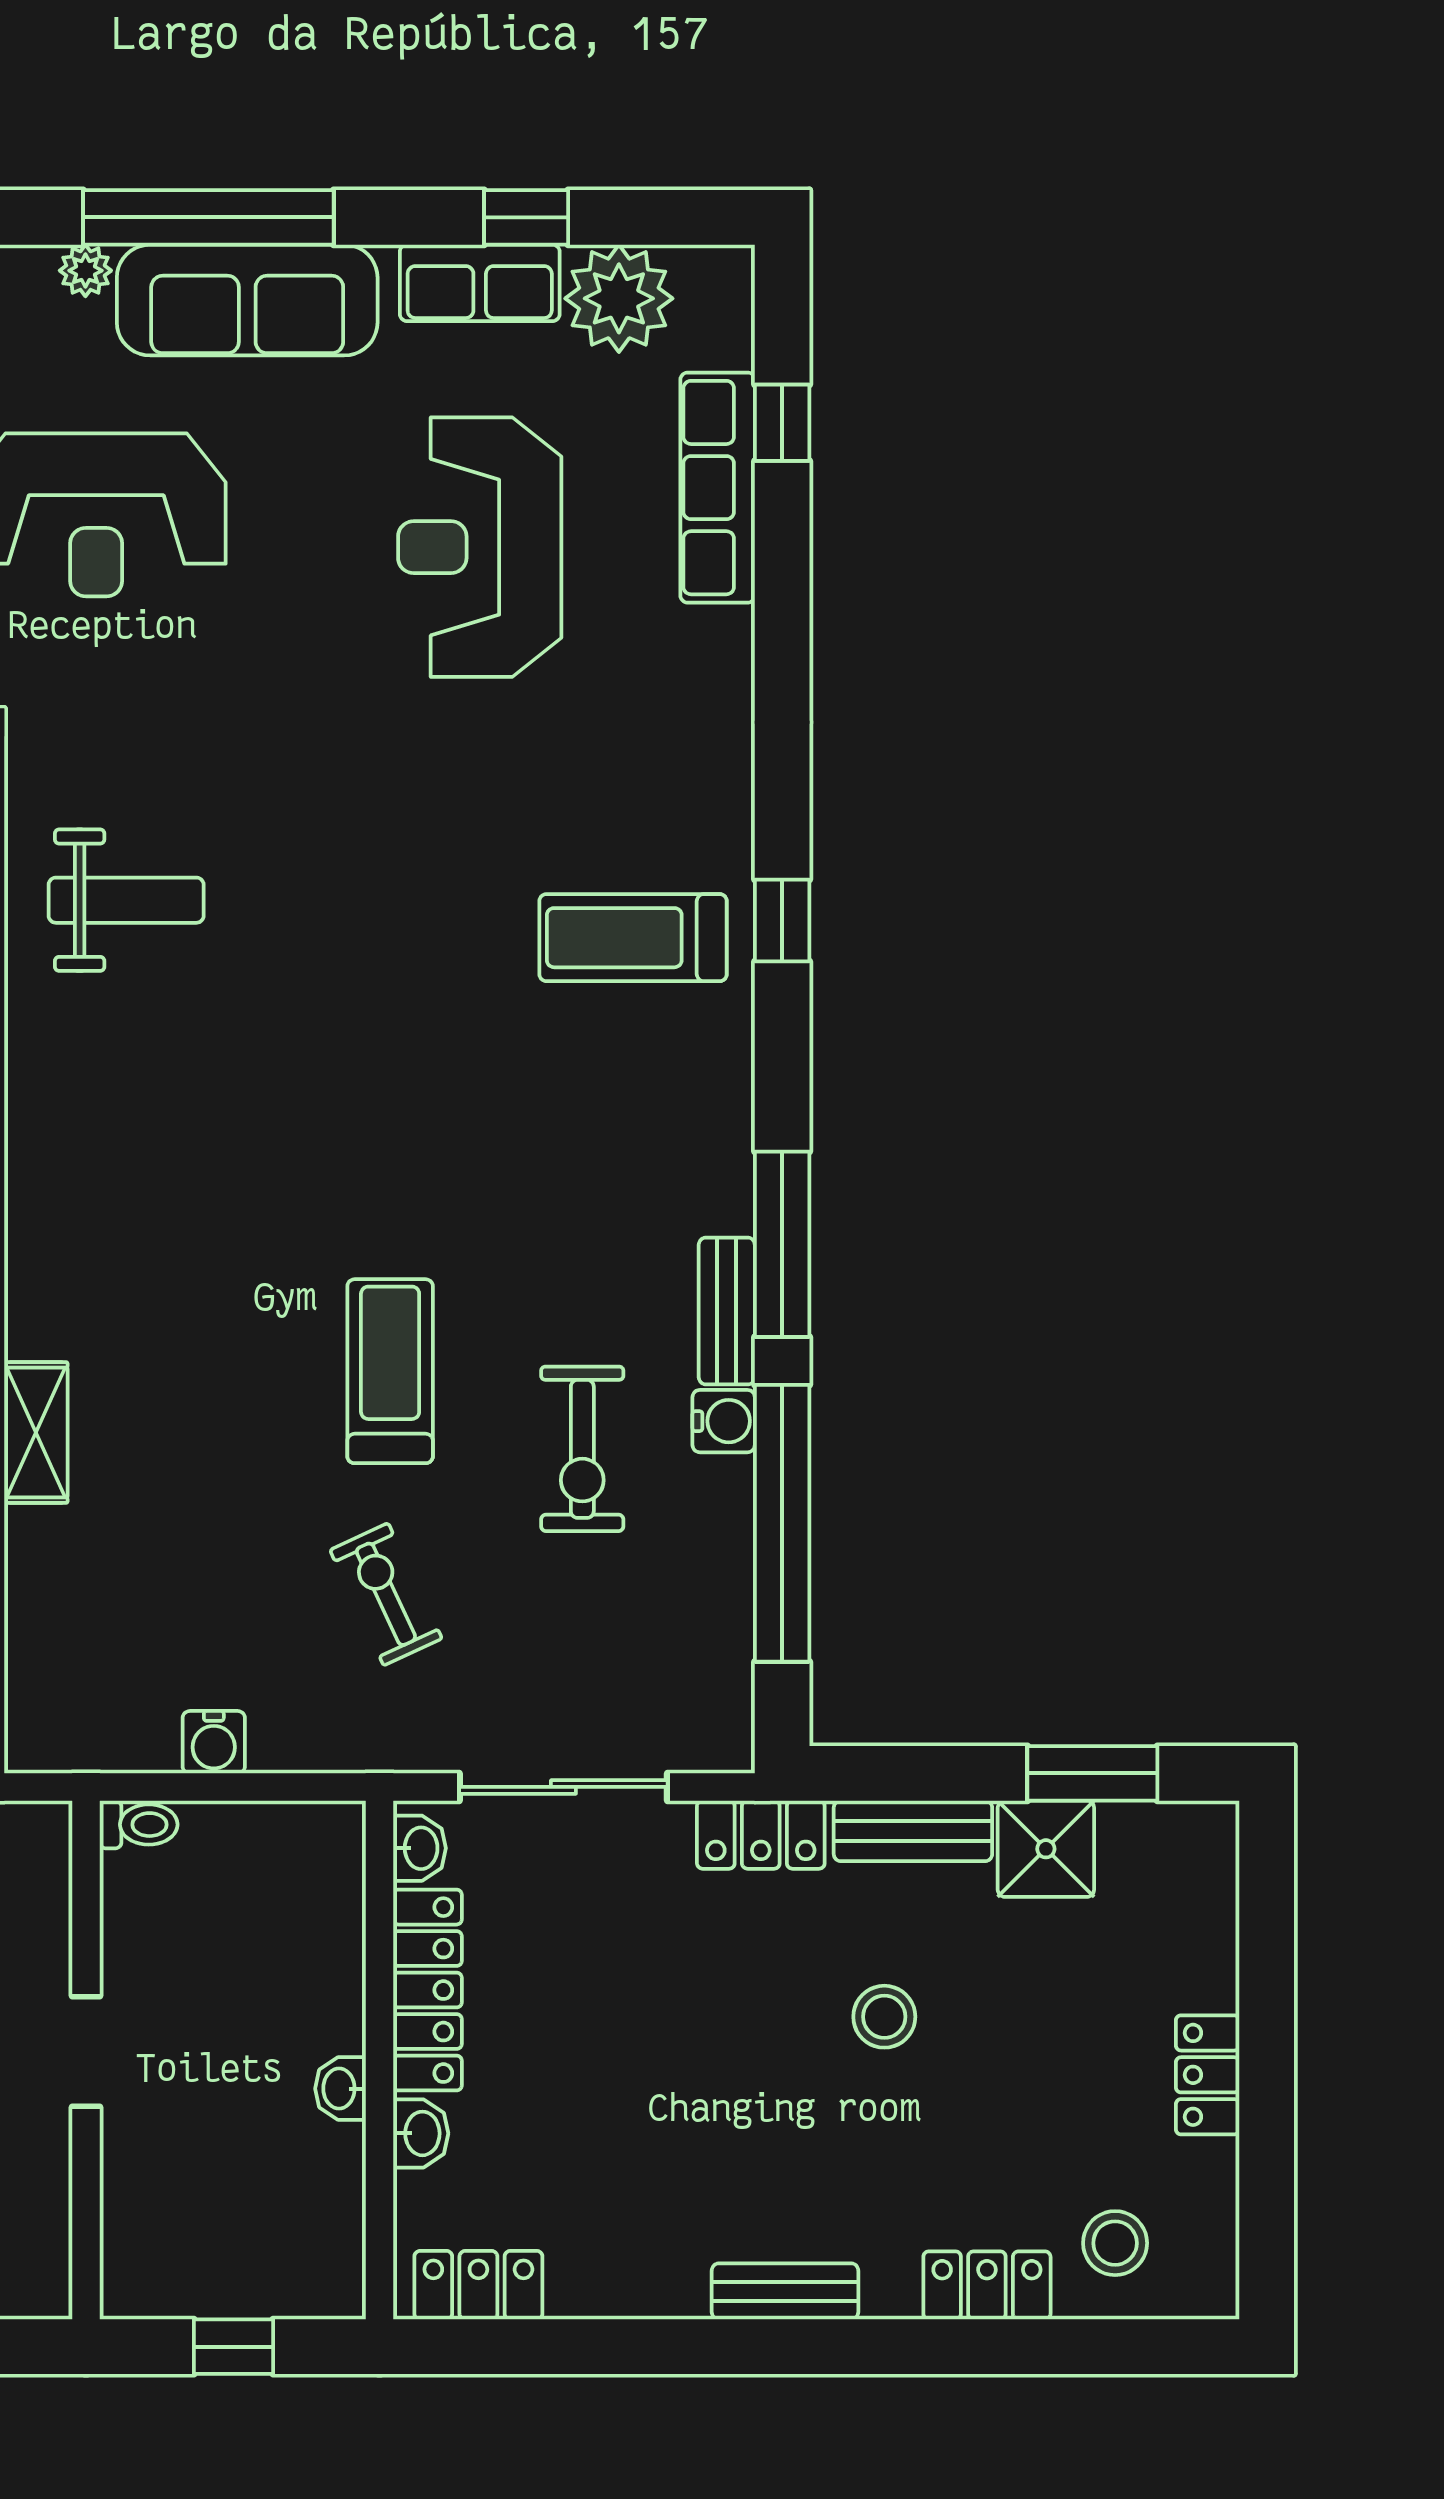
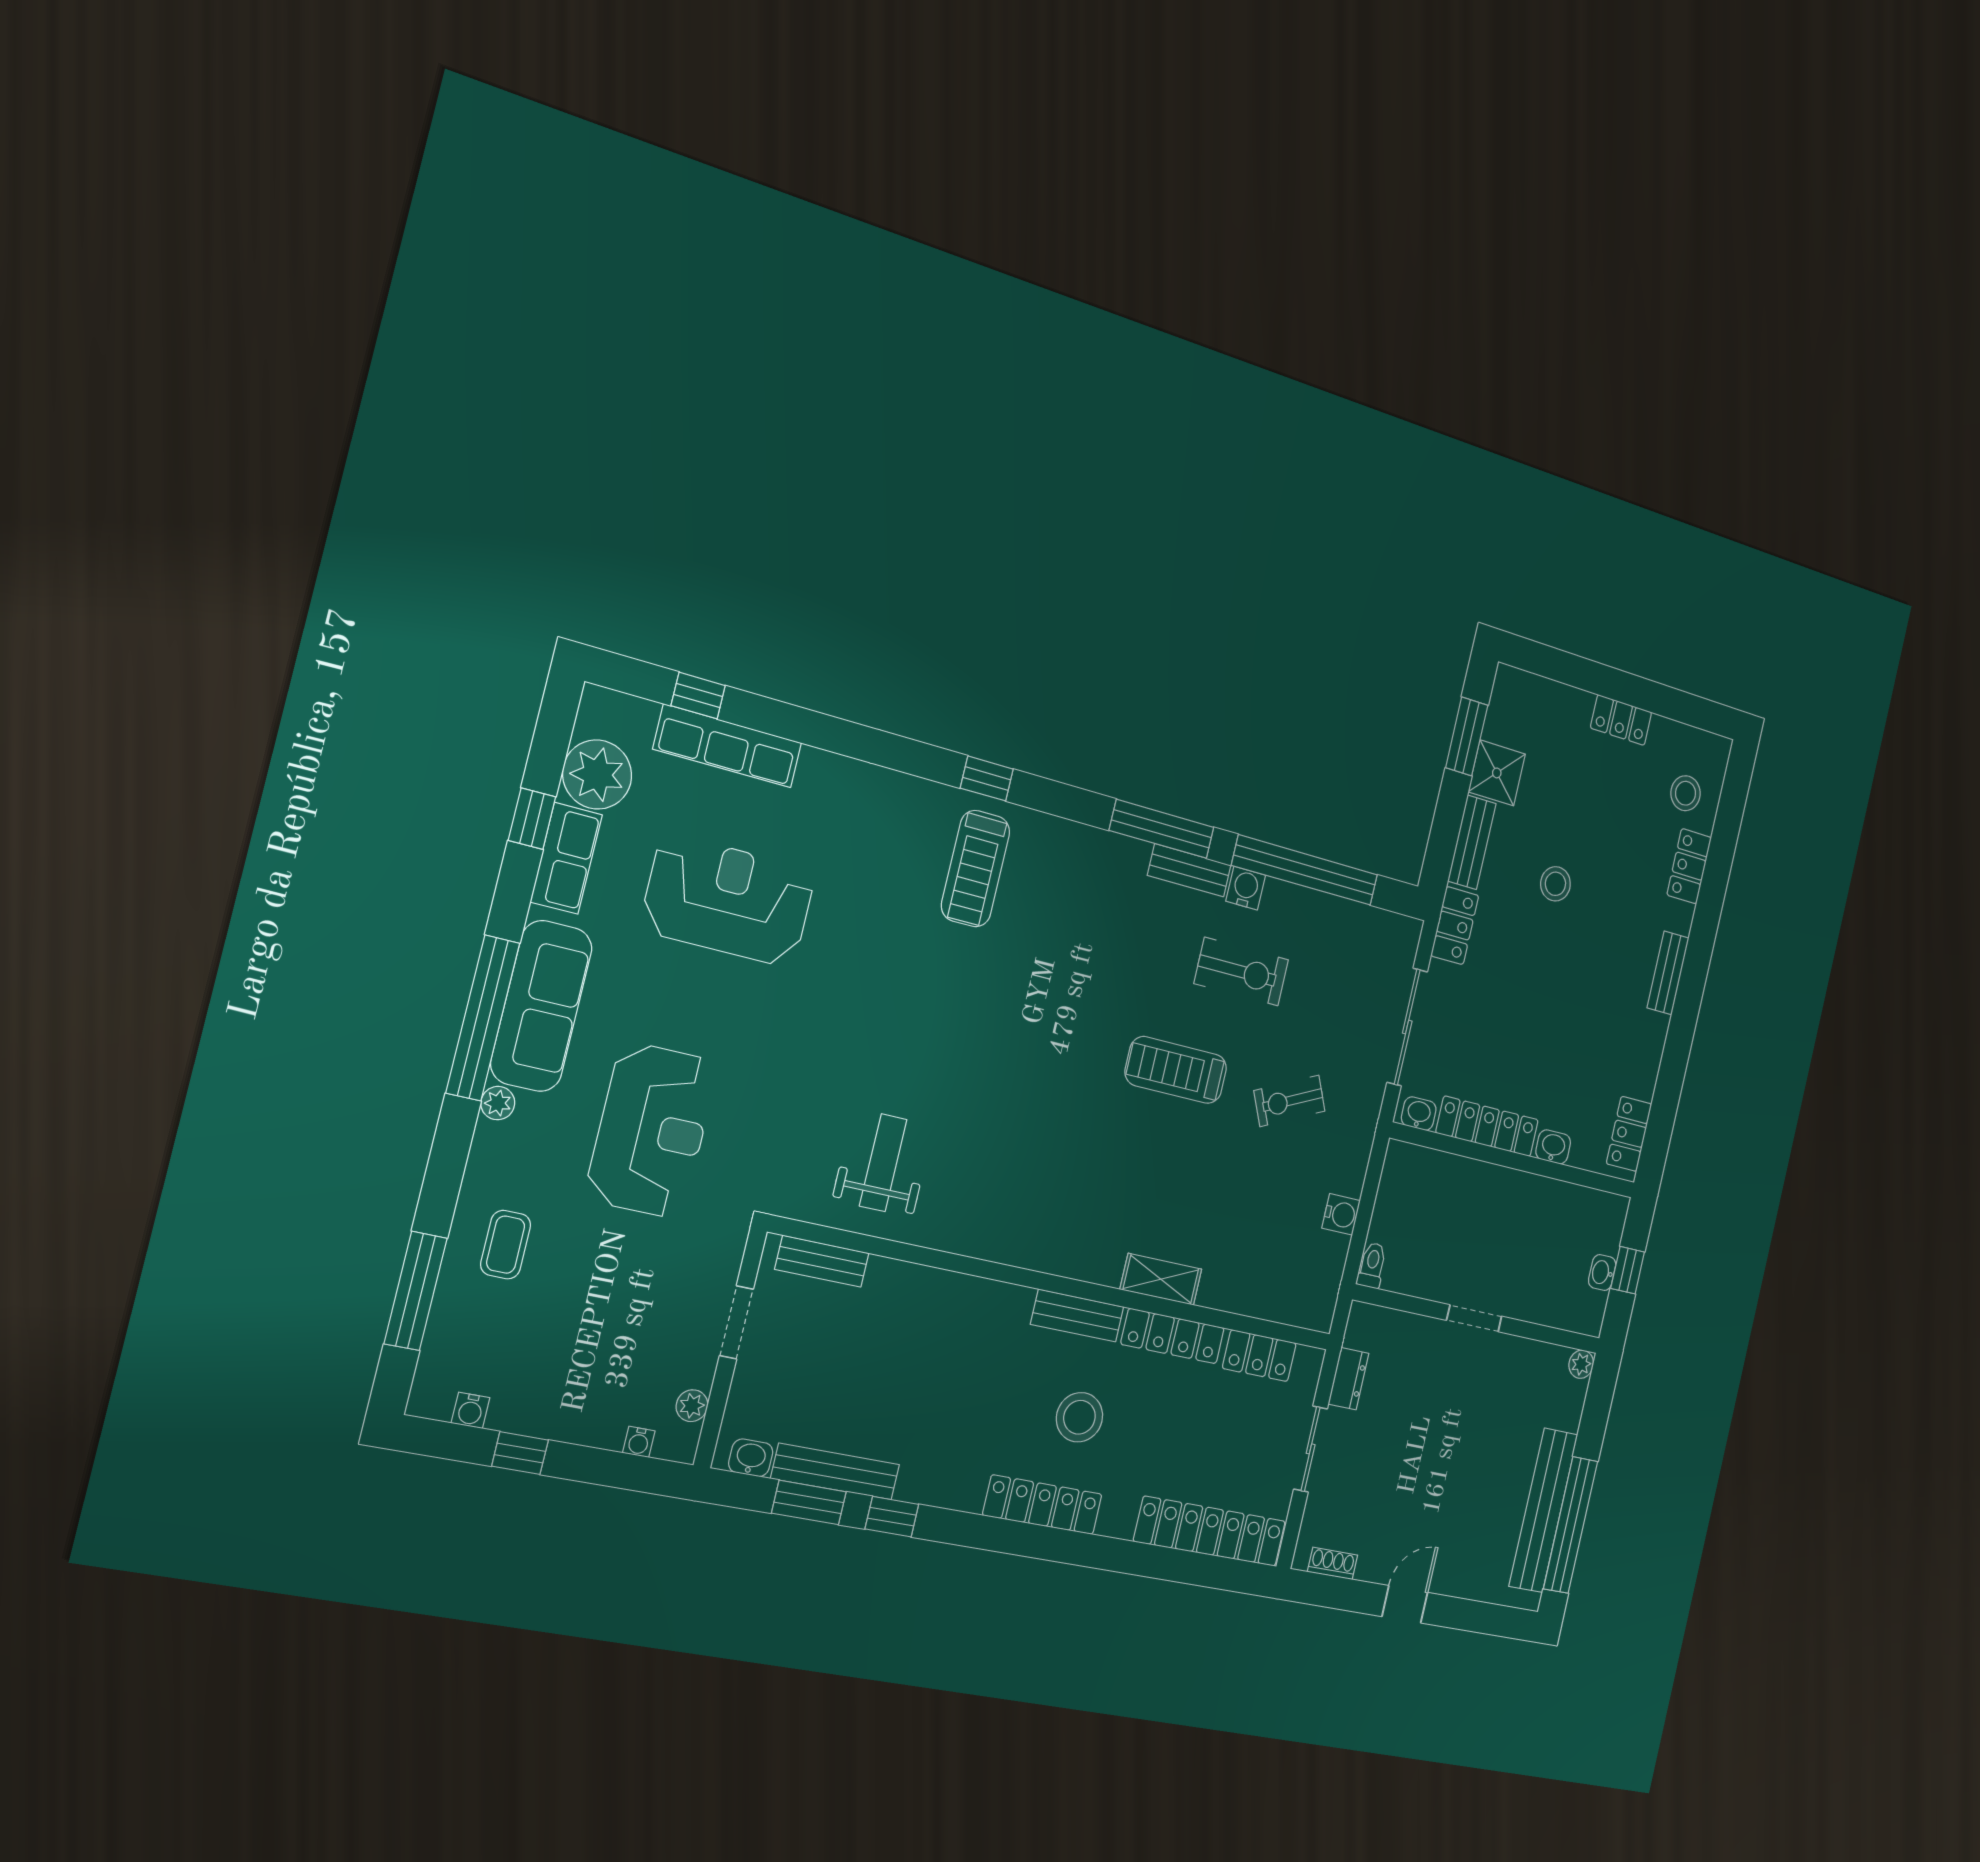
reception desk: (480, 547) -> (728, 900), turned 180
washbasin: (341, 2089) -> (1602, 1273), moved, turned 90
plant: (46, 2293) -> (1581, 1364), added

